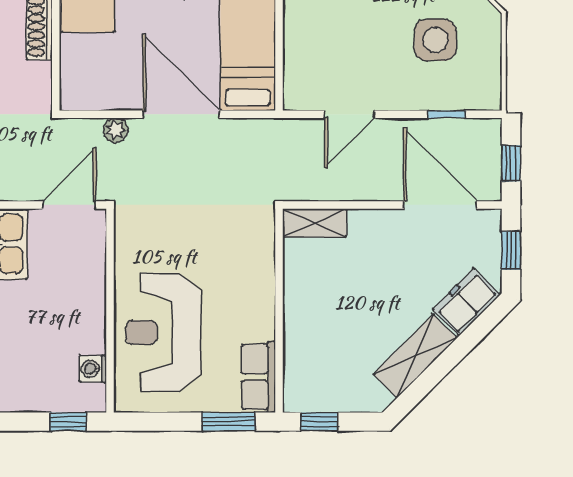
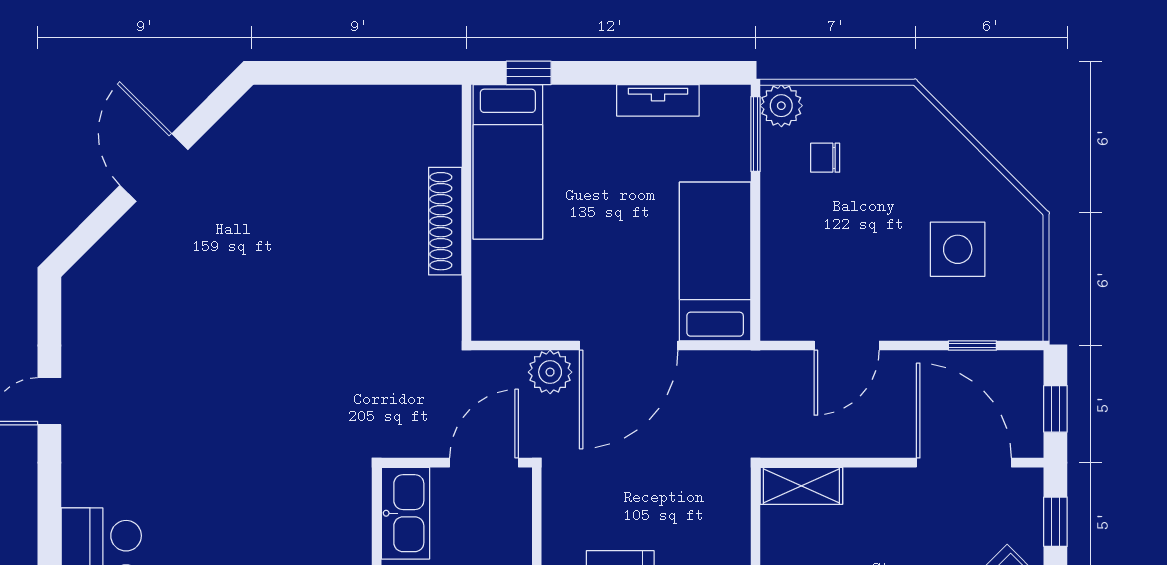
door: (181, 114) -> (629, 346), swing flipped
plant: (116, 130) -> (550, 372), width x1.38, depth x1.38

